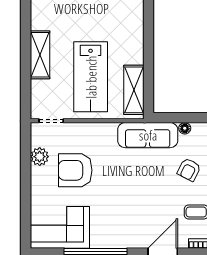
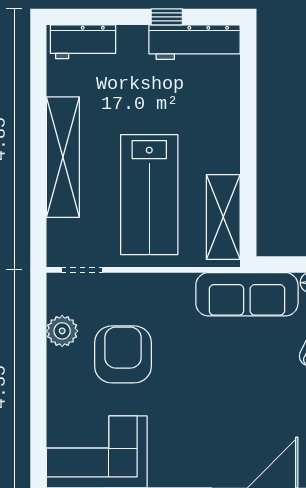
shelving: (40, 55) -> (63, 157), width x1.47
armchair: (75, 170) -> (123, 354), turned 90

